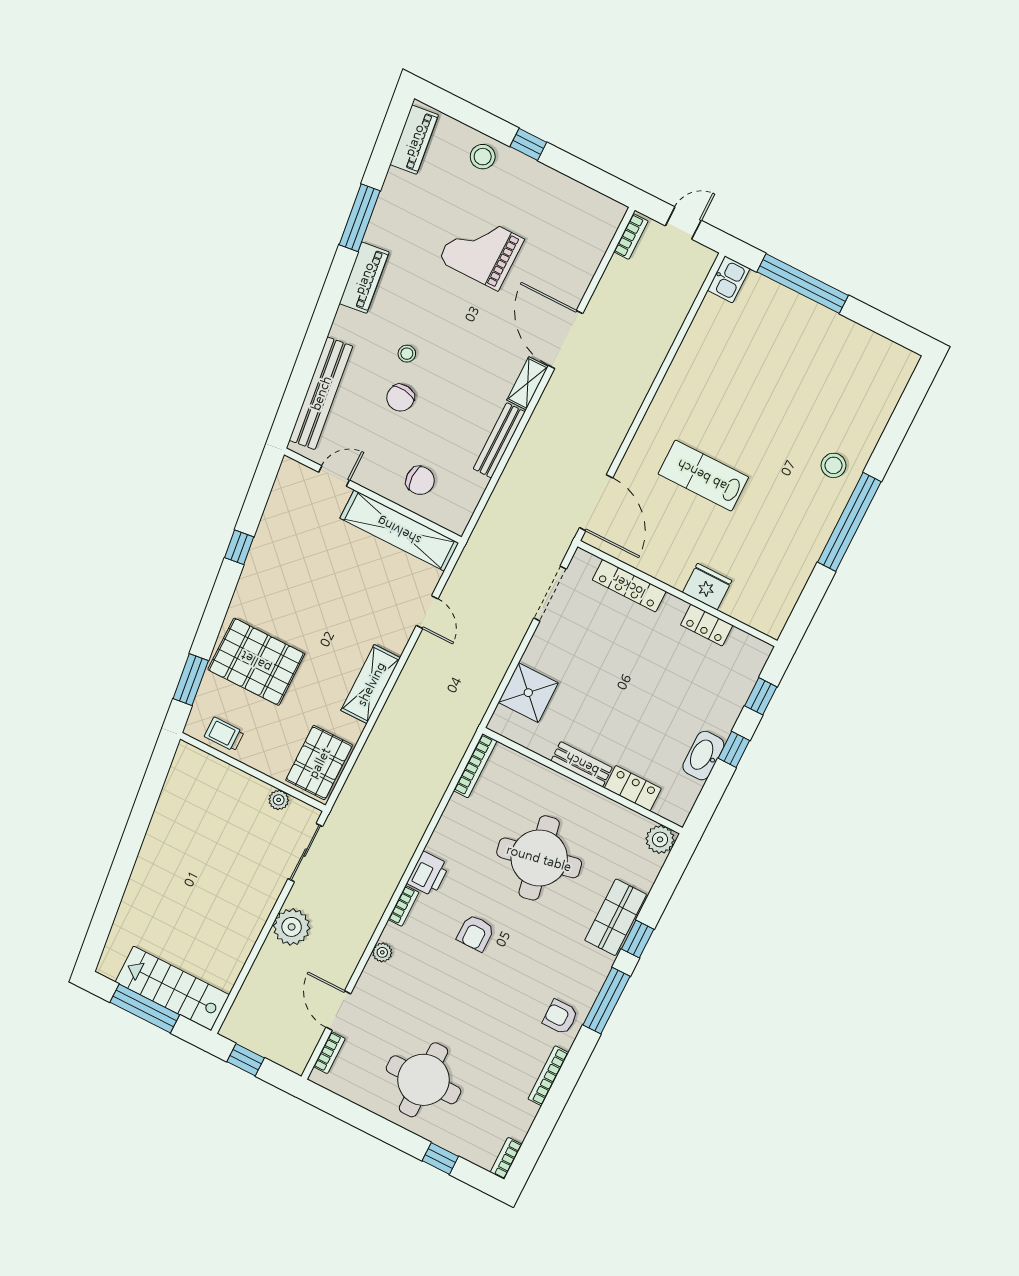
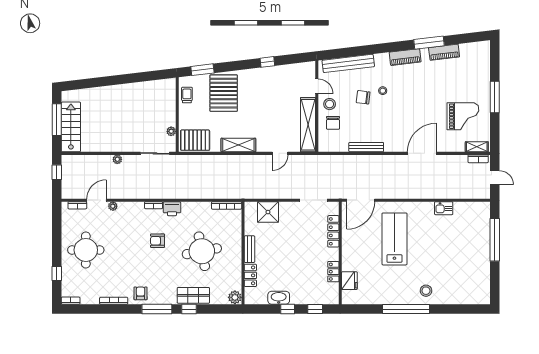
piano: (414, 140) -> (444, 52), moved
window: (528, 144) -> (495, 97), width x2.17
stool: (483, 157) -> (330, 104), moved
grand piano: (481, 250) -> (463, 116), moved, turned 90
kitchen sink: (729, 279) -> (444, 208), moved
shelving: (528, 383) -> (477, 147), moved
lab bench: (703, 476) -> (394, 239), width x1.36, depth x1.39
fridge: (707, 587) -> (349, 281), moved
plant: (292, 927) -> (117, 159), width x0.53, depth x0.53
plant: (382, 952) -> (113, 206), moved

